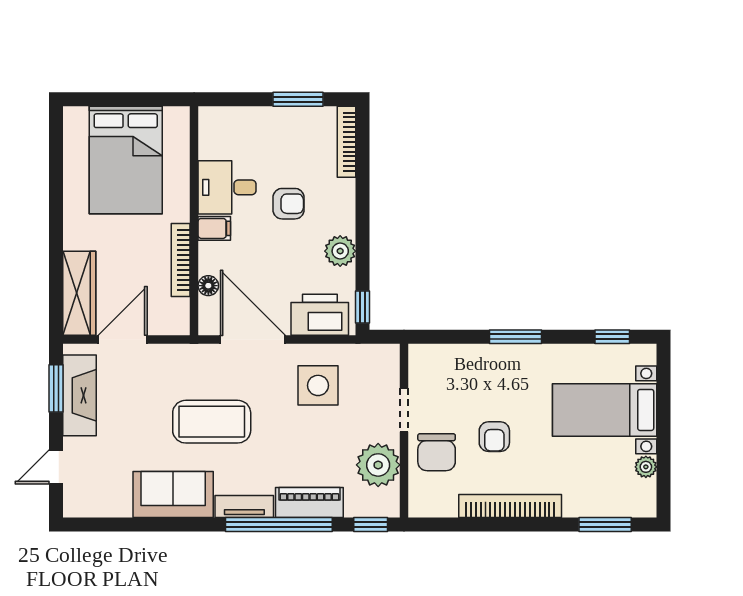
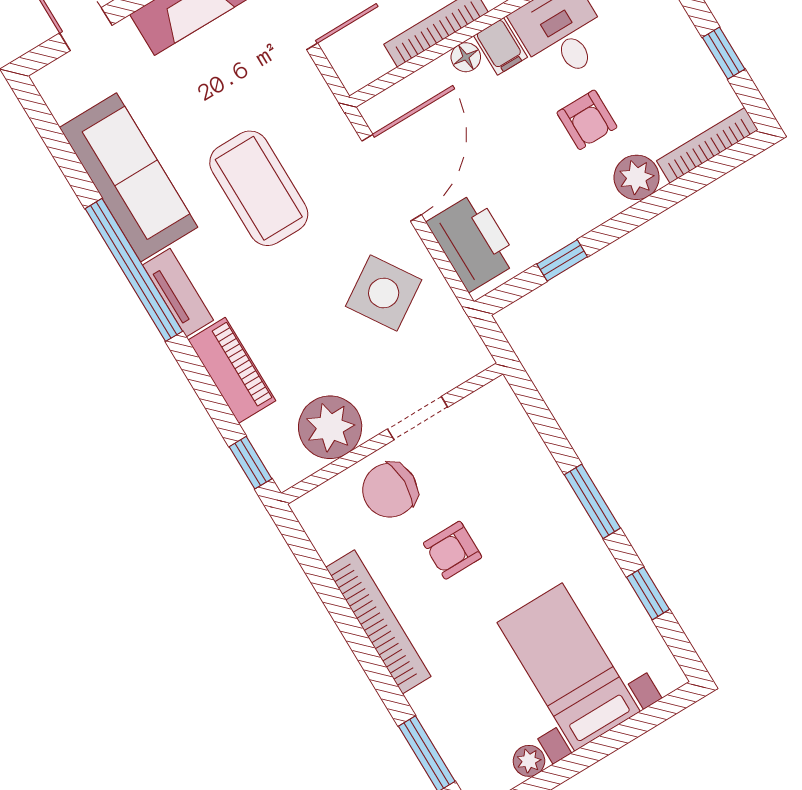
window: (298, 99) -> (724, 53), width x0.67
plant: (340, 251) -> (637, 177), moved
floor lamp: (208, 286) -> (466, 57), moved
window: (363, 307) -> (562, 260), moved
window: (612, 337) -> (648, 593), moved
side table: (318, 385) -> (384, 293), turned -33
sofa: (173, 495) -> (129, 177), width x1.36
window: (279, 525) -> (134, 270), moved

